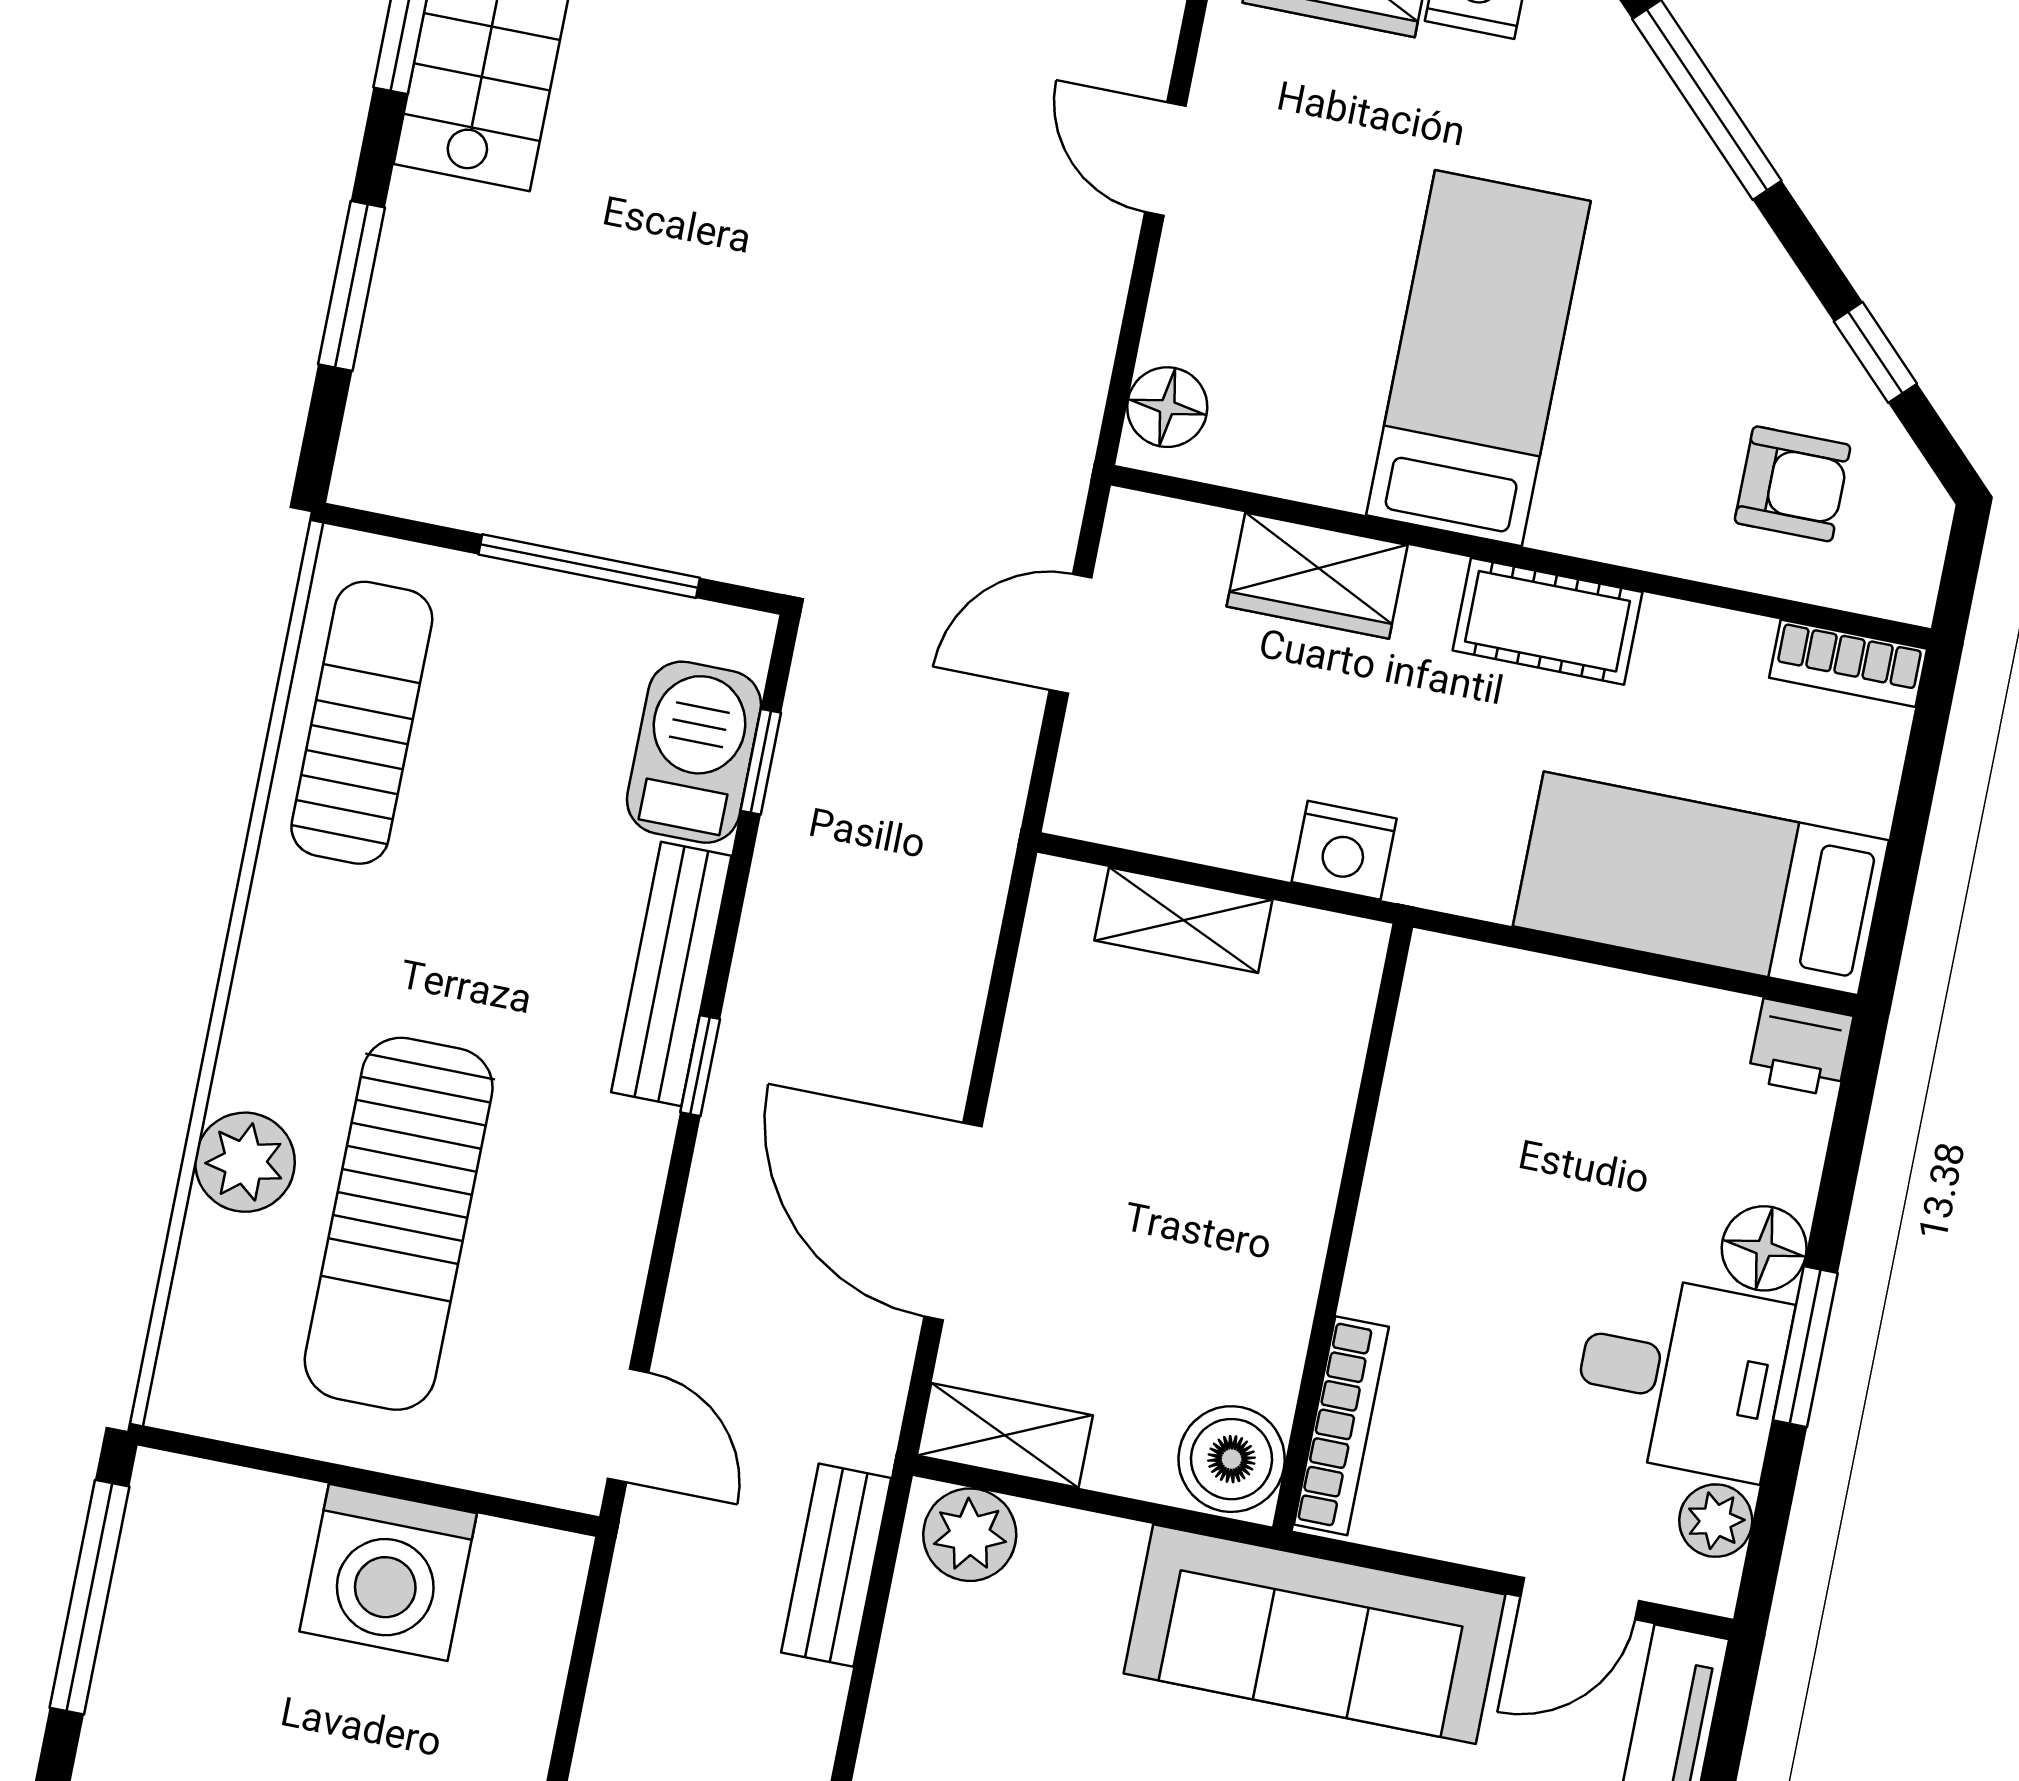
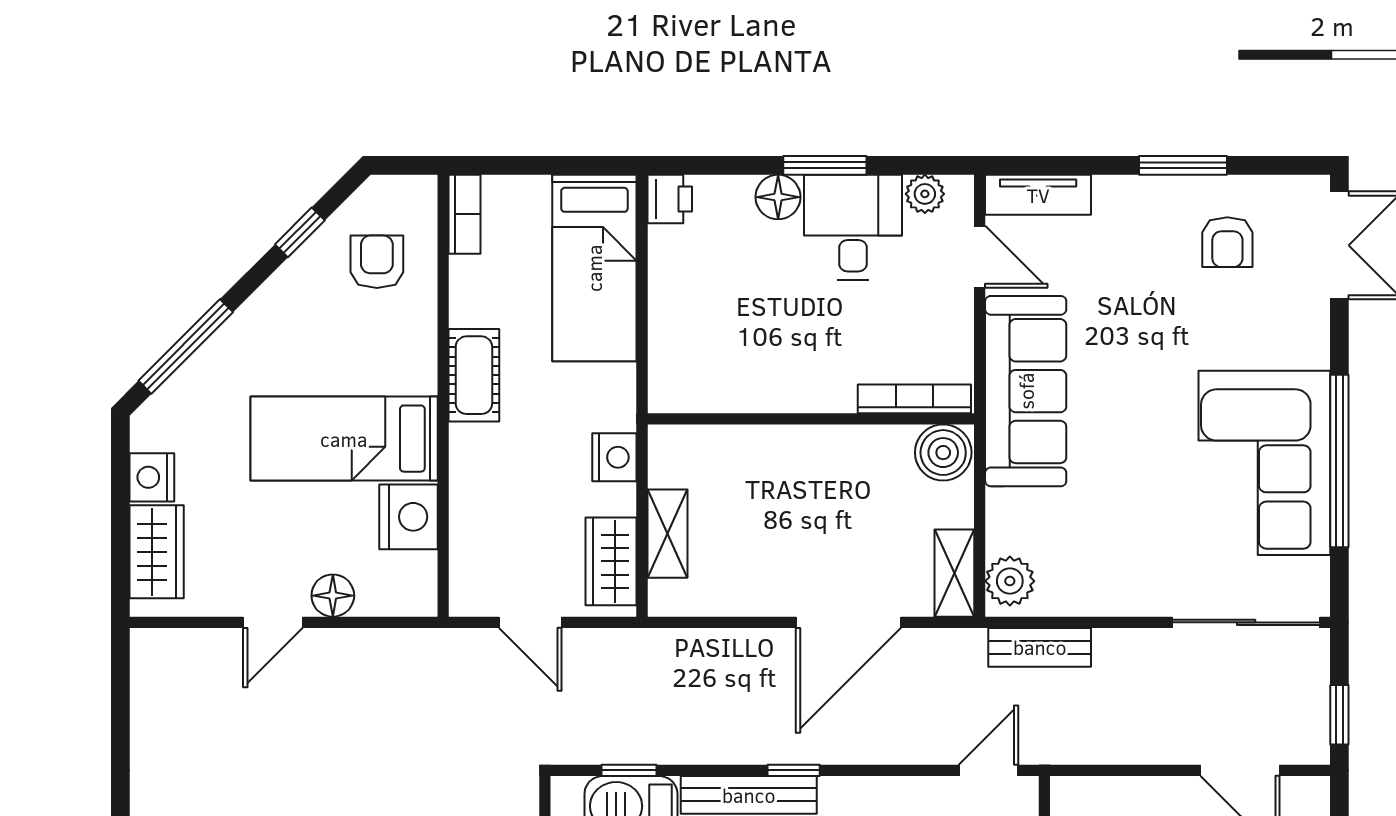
floor lamp: (1167, 407) -> (333, 596), moved
nightstand: (1310, 448) -> (408, 517), added
wardrobe: (1317, 576) -> (611, 561), moved, turned 180

